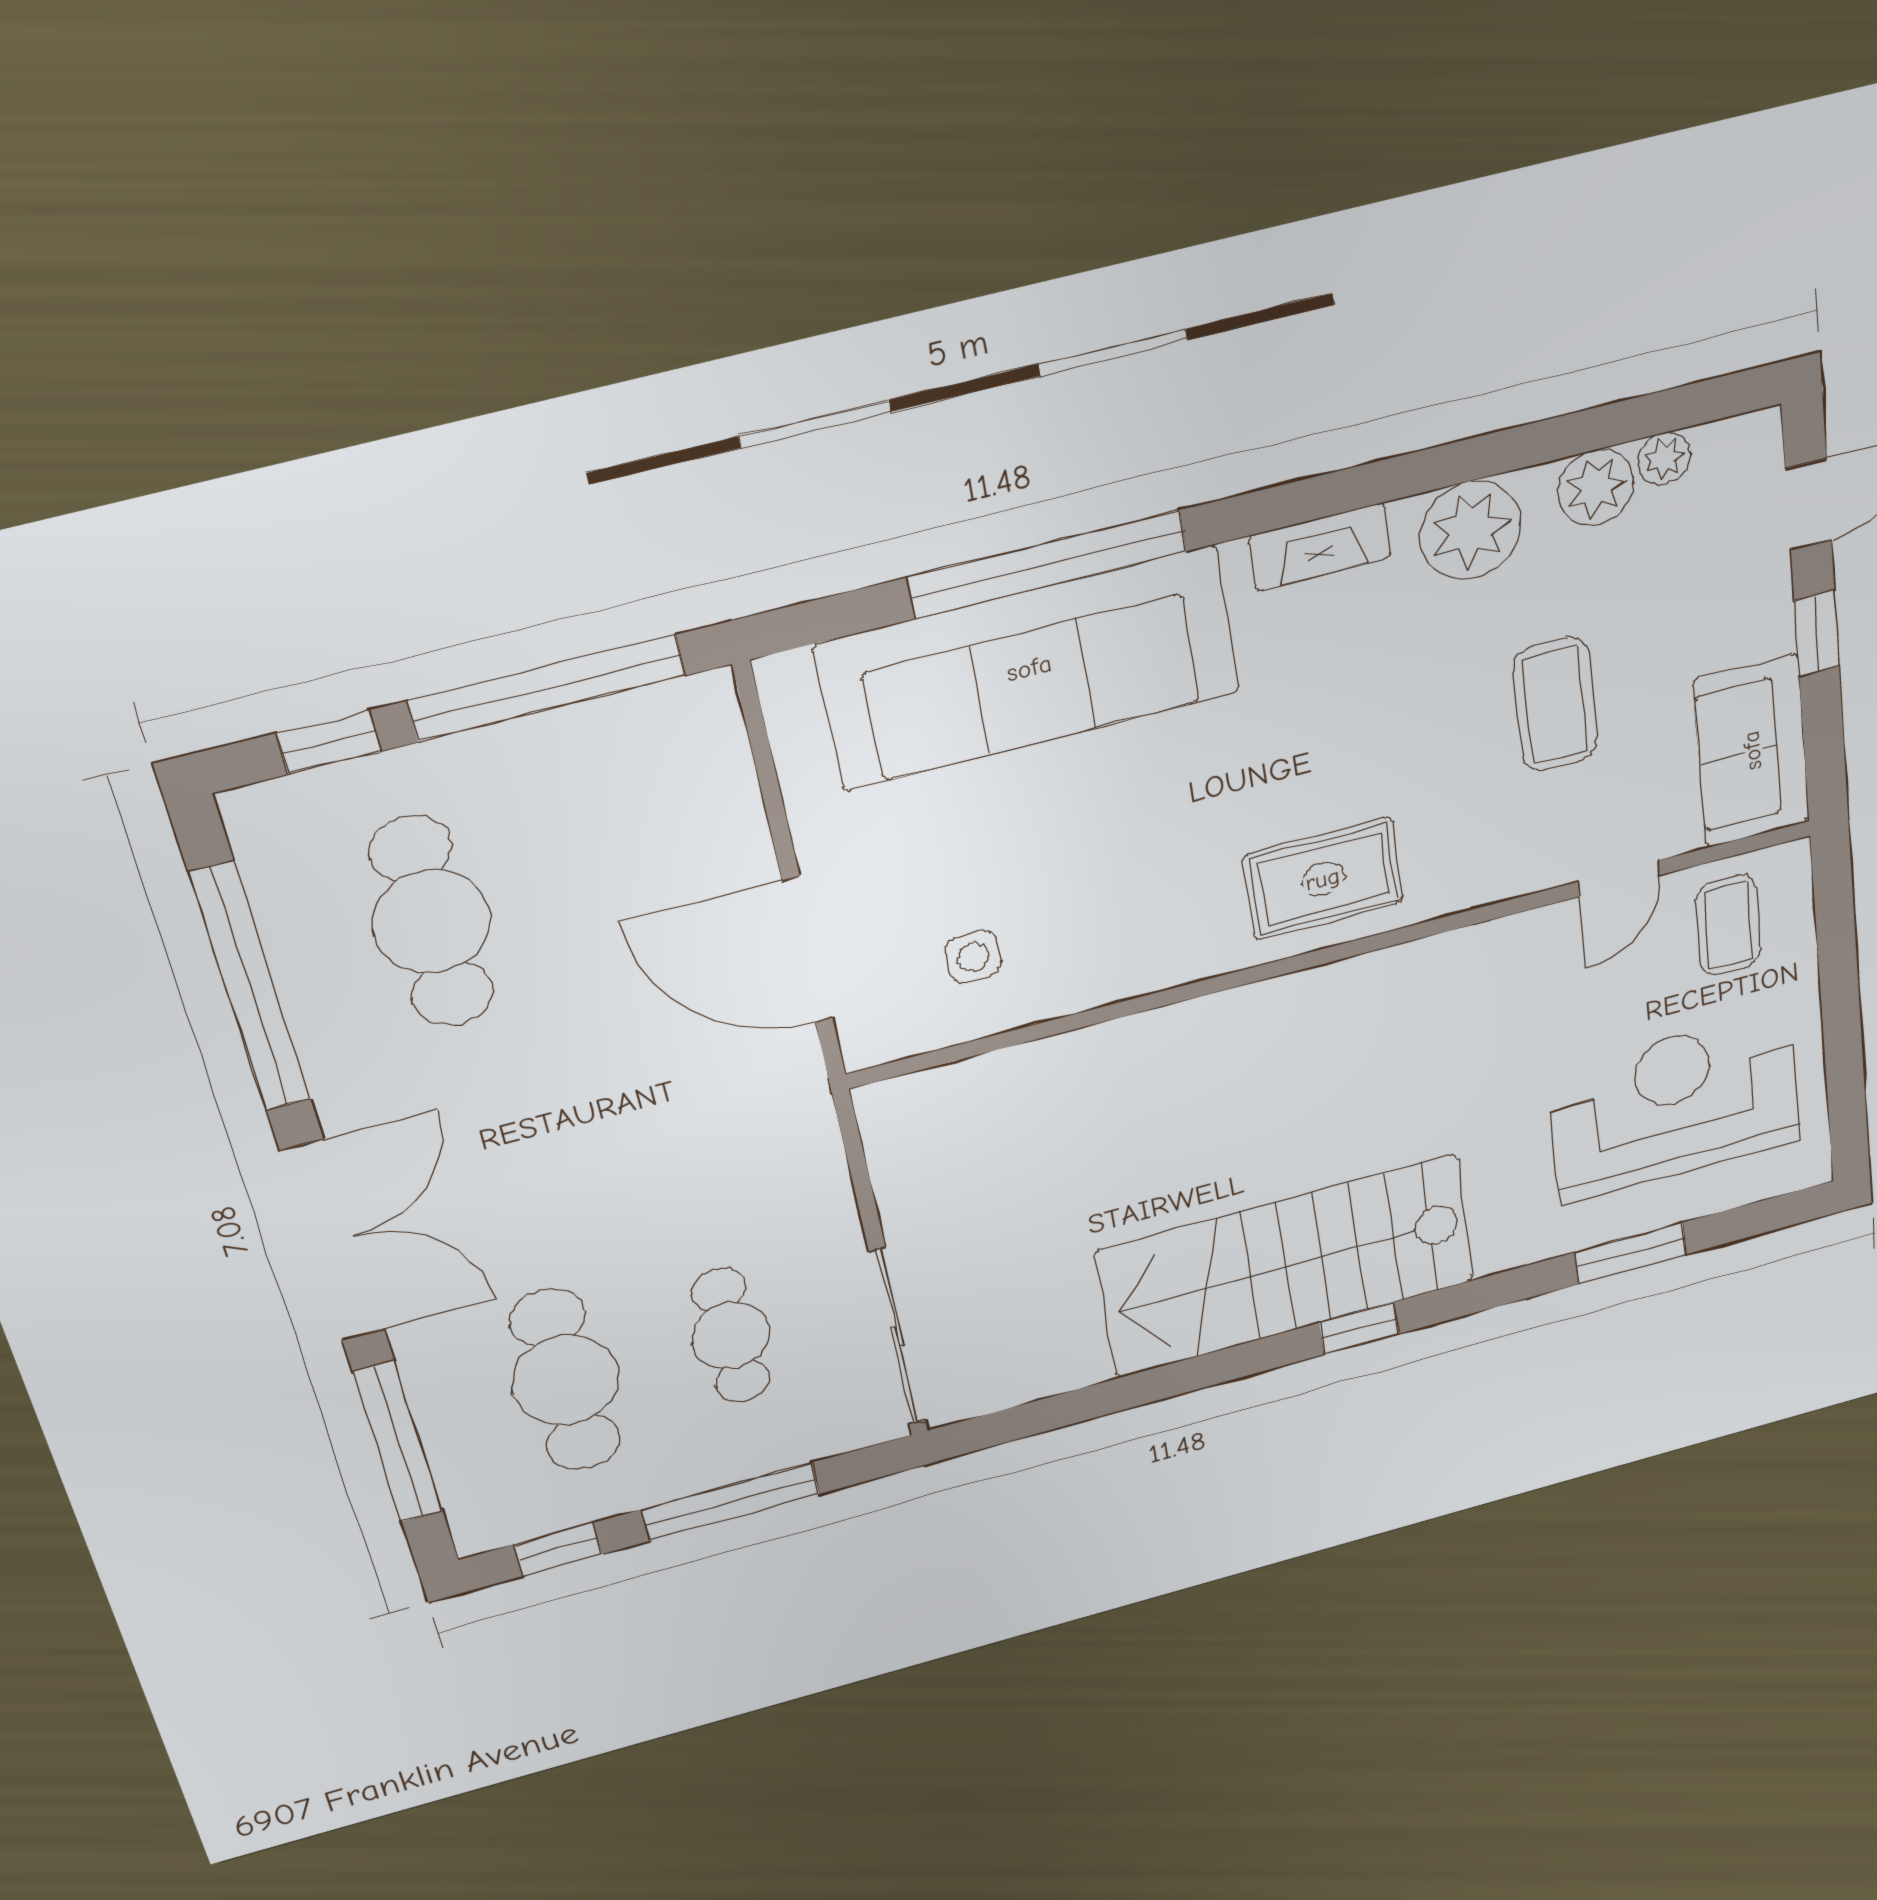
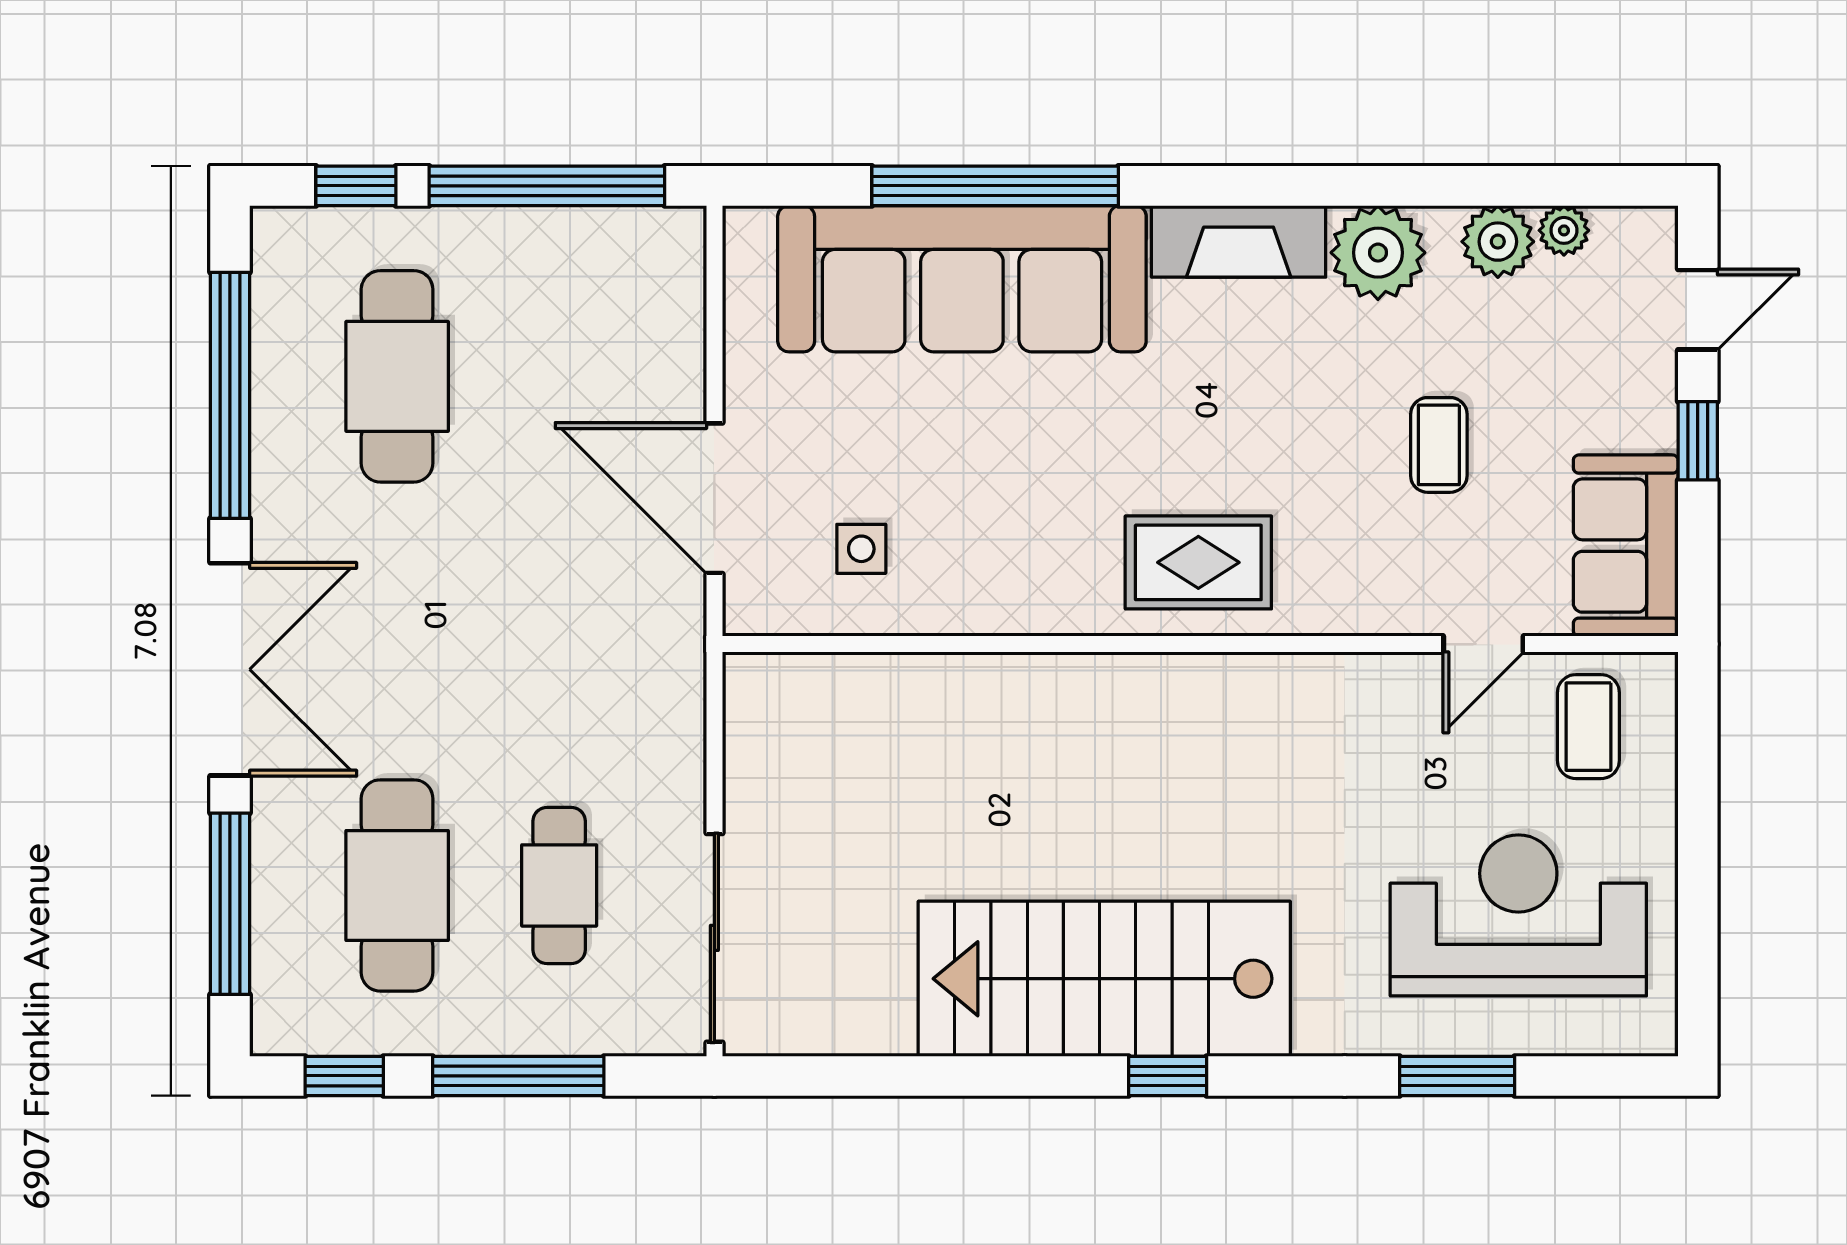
fireplace: (1320, 547) -> (1239, 241), width x1.37, depth x1.32
coffee table: (1555, 704) -> (1439, 445), width x0.73, depth x0.77

